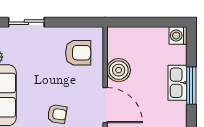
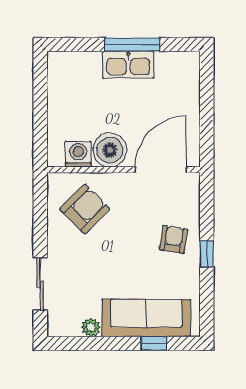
washing machine: (178, 36) -> (78, 154), moved, turned 180
armchair: (78, 53) -> (85, 209), turned 45

